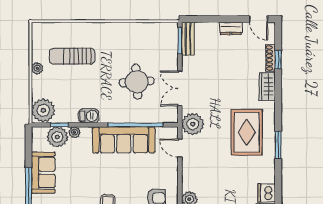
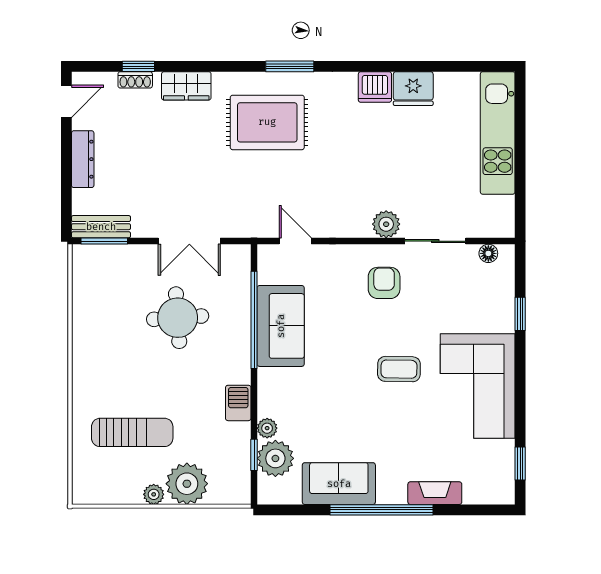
dresser: (231, 28) -> (83, 159), width x1.44
sun lounger: (72, 56) -> (132, 432), turned -90
shoe rack: (271, 58) -> (135, 80), width x0.70
plant: (43, 110) -> (187, 484), moved
plant: (193, 124) -> (253, 218), removed
sofa: (124, 140) -> (281, 326), width x0.73
door: (180, 148) -> (295, 241), swing flipped

